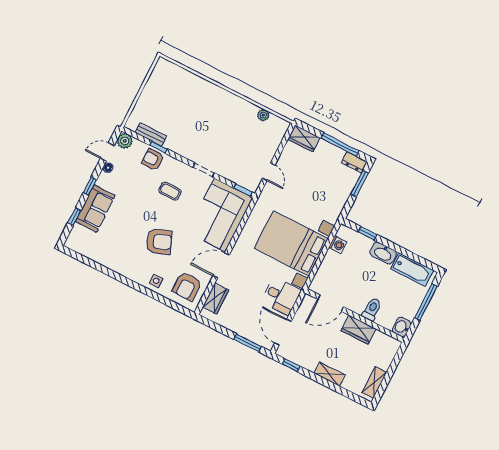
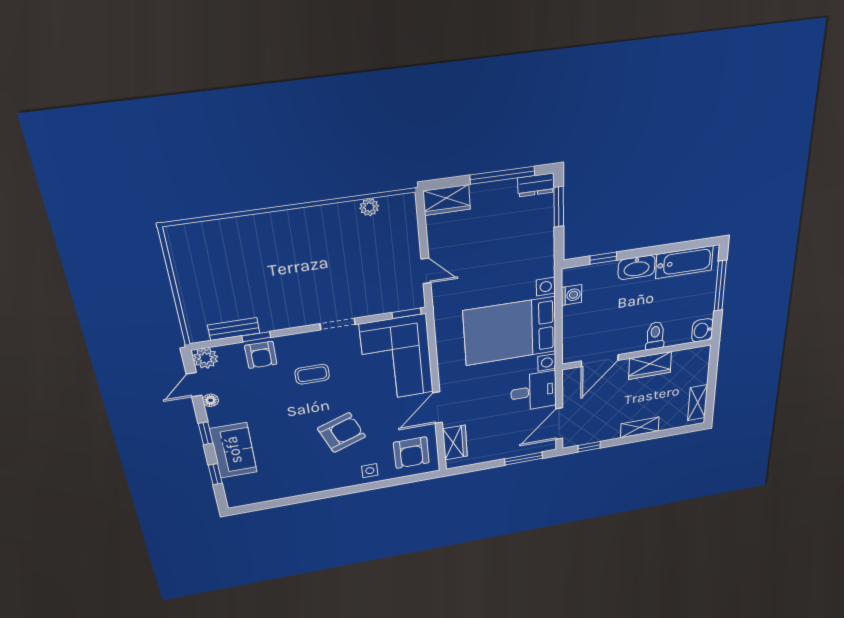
armchair: (153, 159) -> (261, 355), turned -90
door: (283, 332) -> (559, 424), hinge flipped

